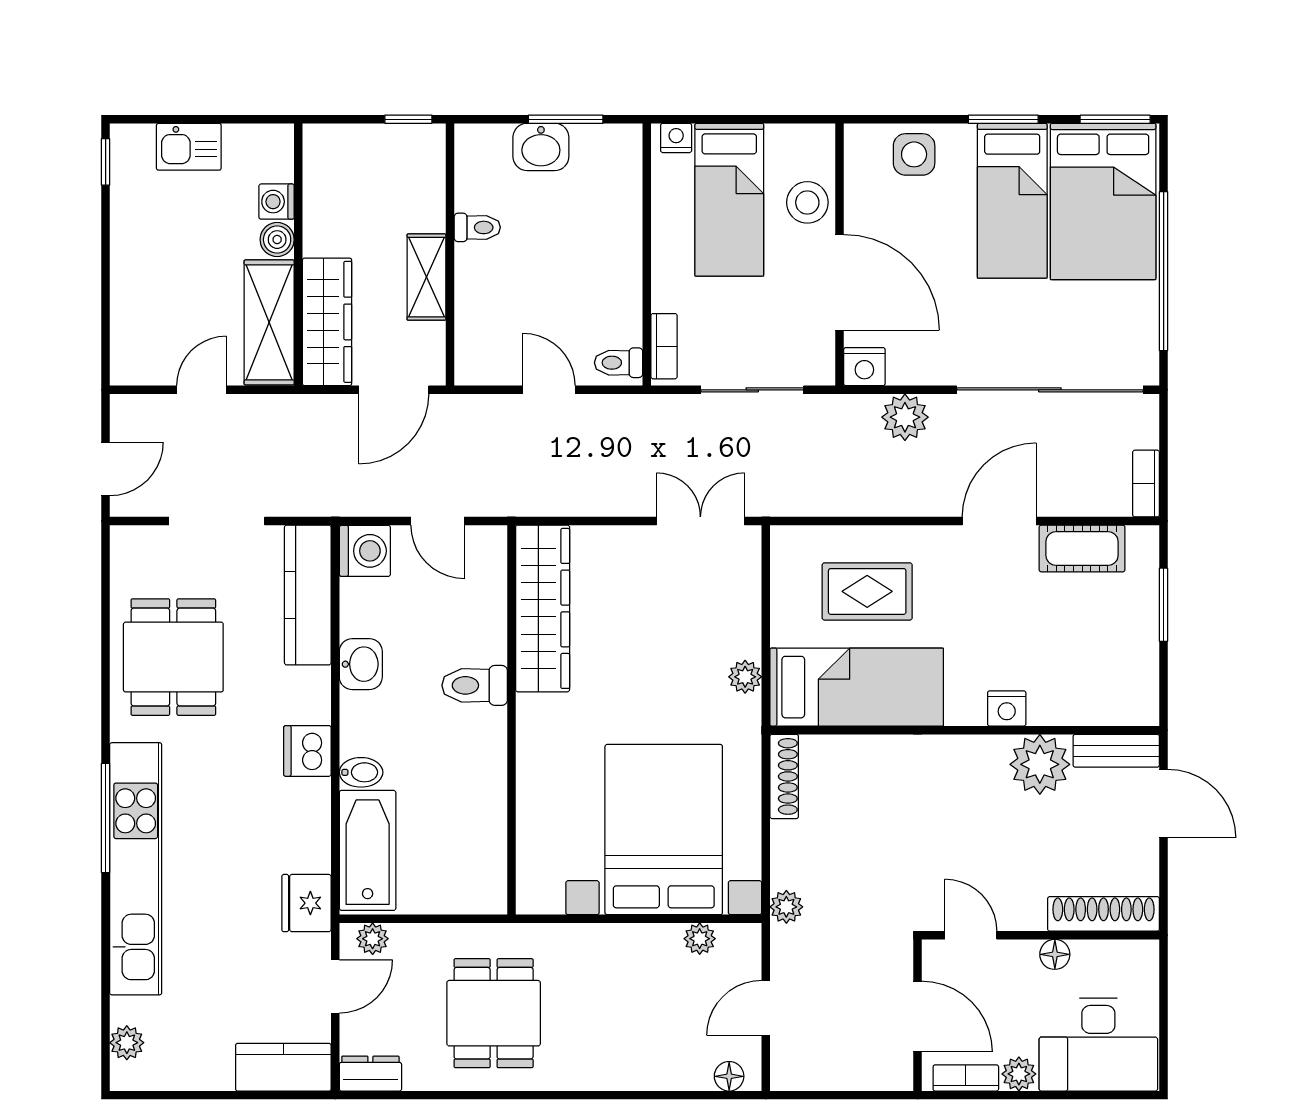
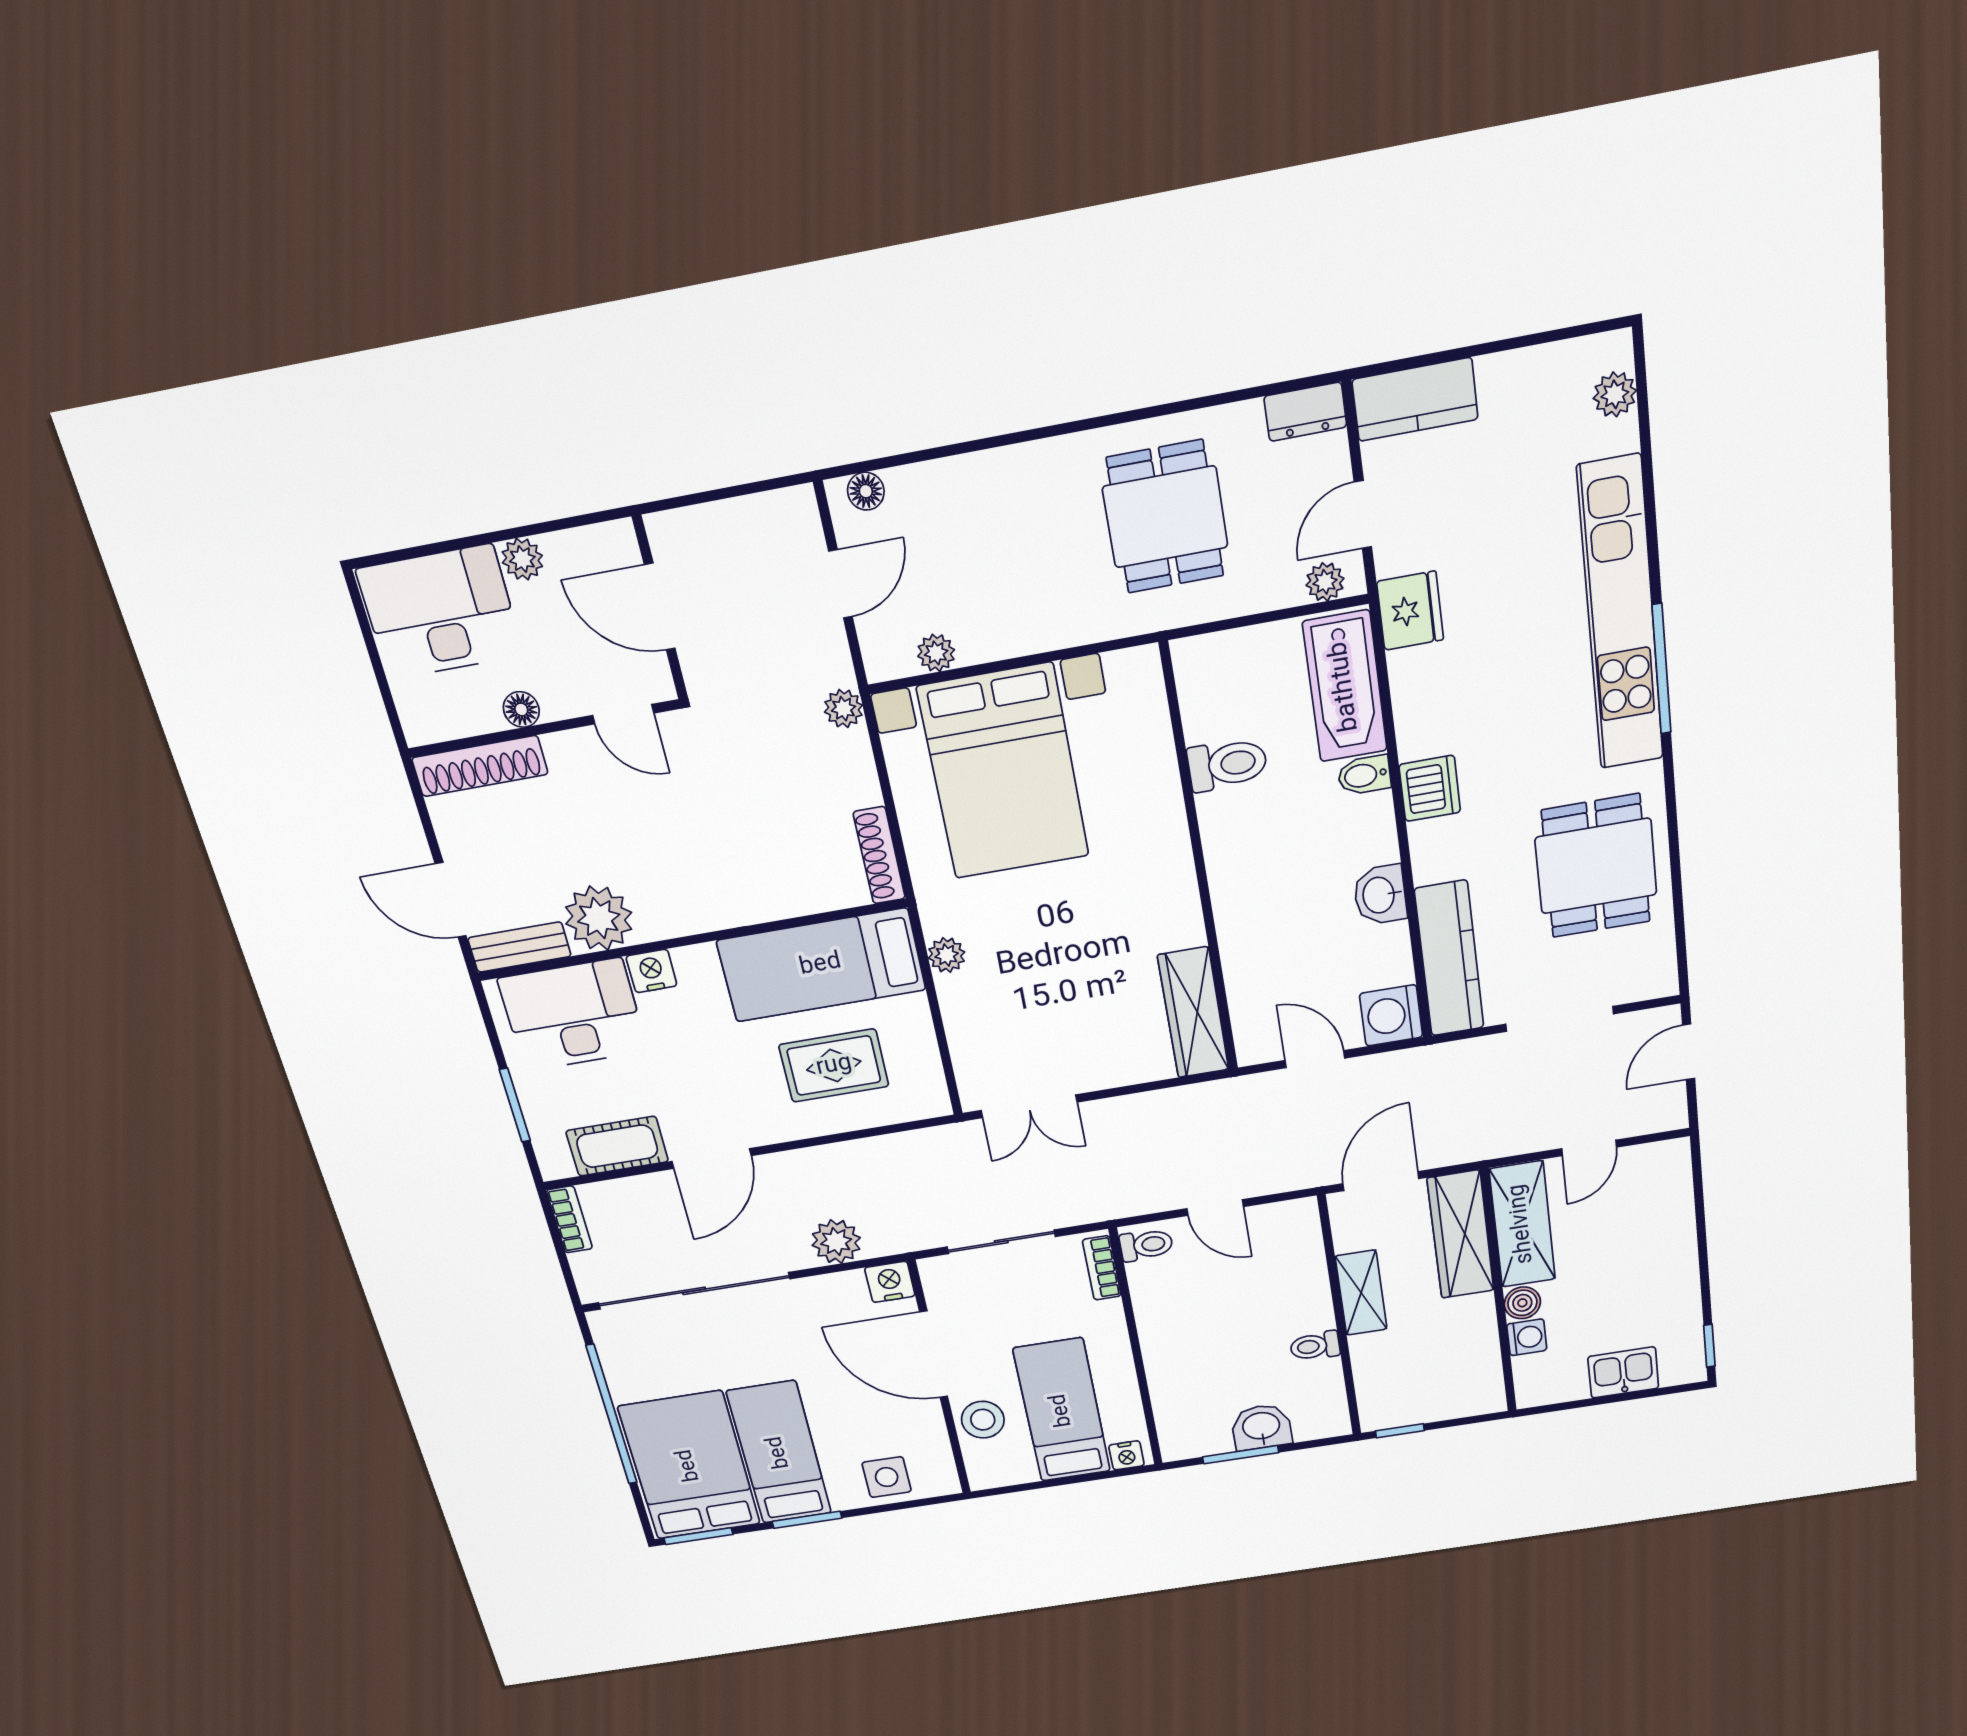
wardrobe: (543, 608) -> (1193, 1013), width x0.71, depth x0.85
desk: (1087, 681) -> (573, 1015), added
toilet: (475, 685) -> (1227, 764), moved
bookcase: (966, 1078) -> (583, 542), removed

